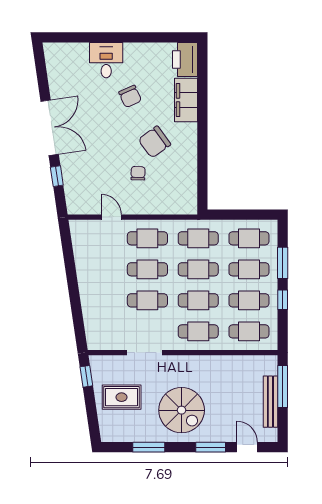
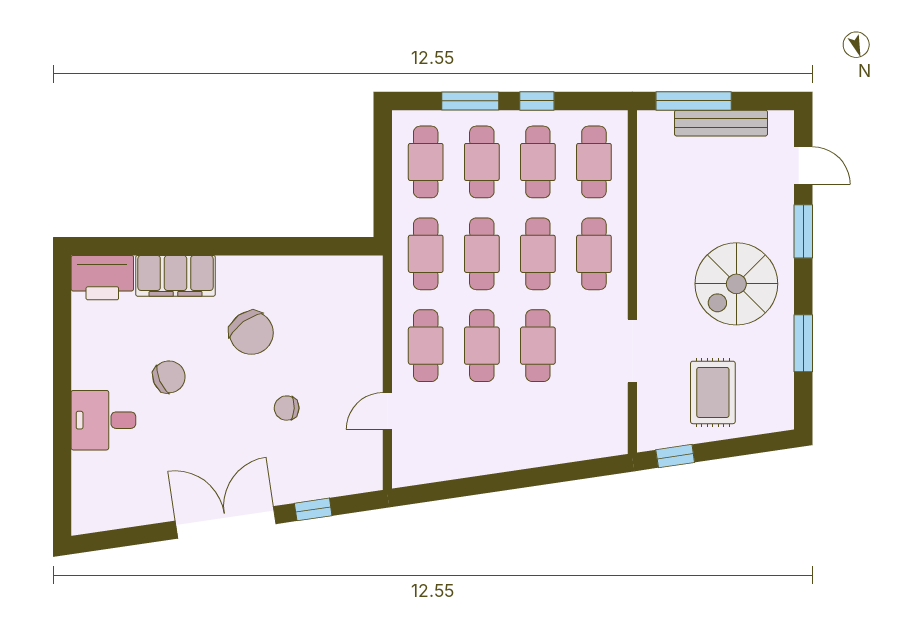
chair: (138, 173) -> (287, 408), moved
spiral stairs: (182, 410) -> (736, 284), turned 180
door: (247, 447) -> (803, 166), swing flipped

